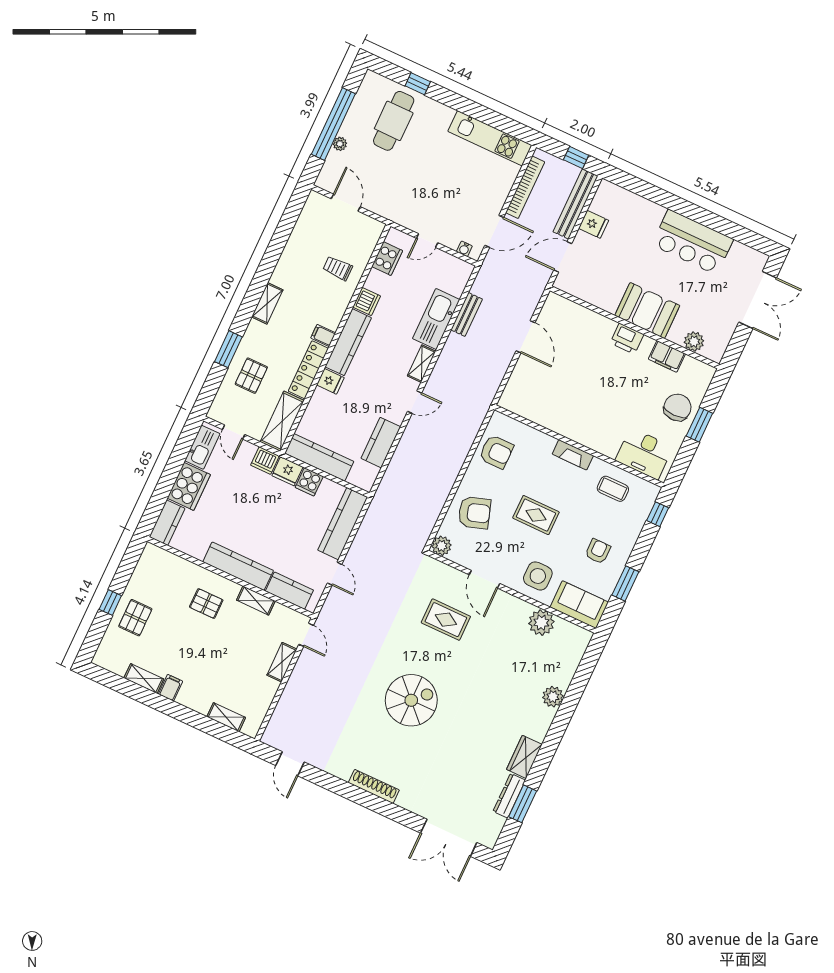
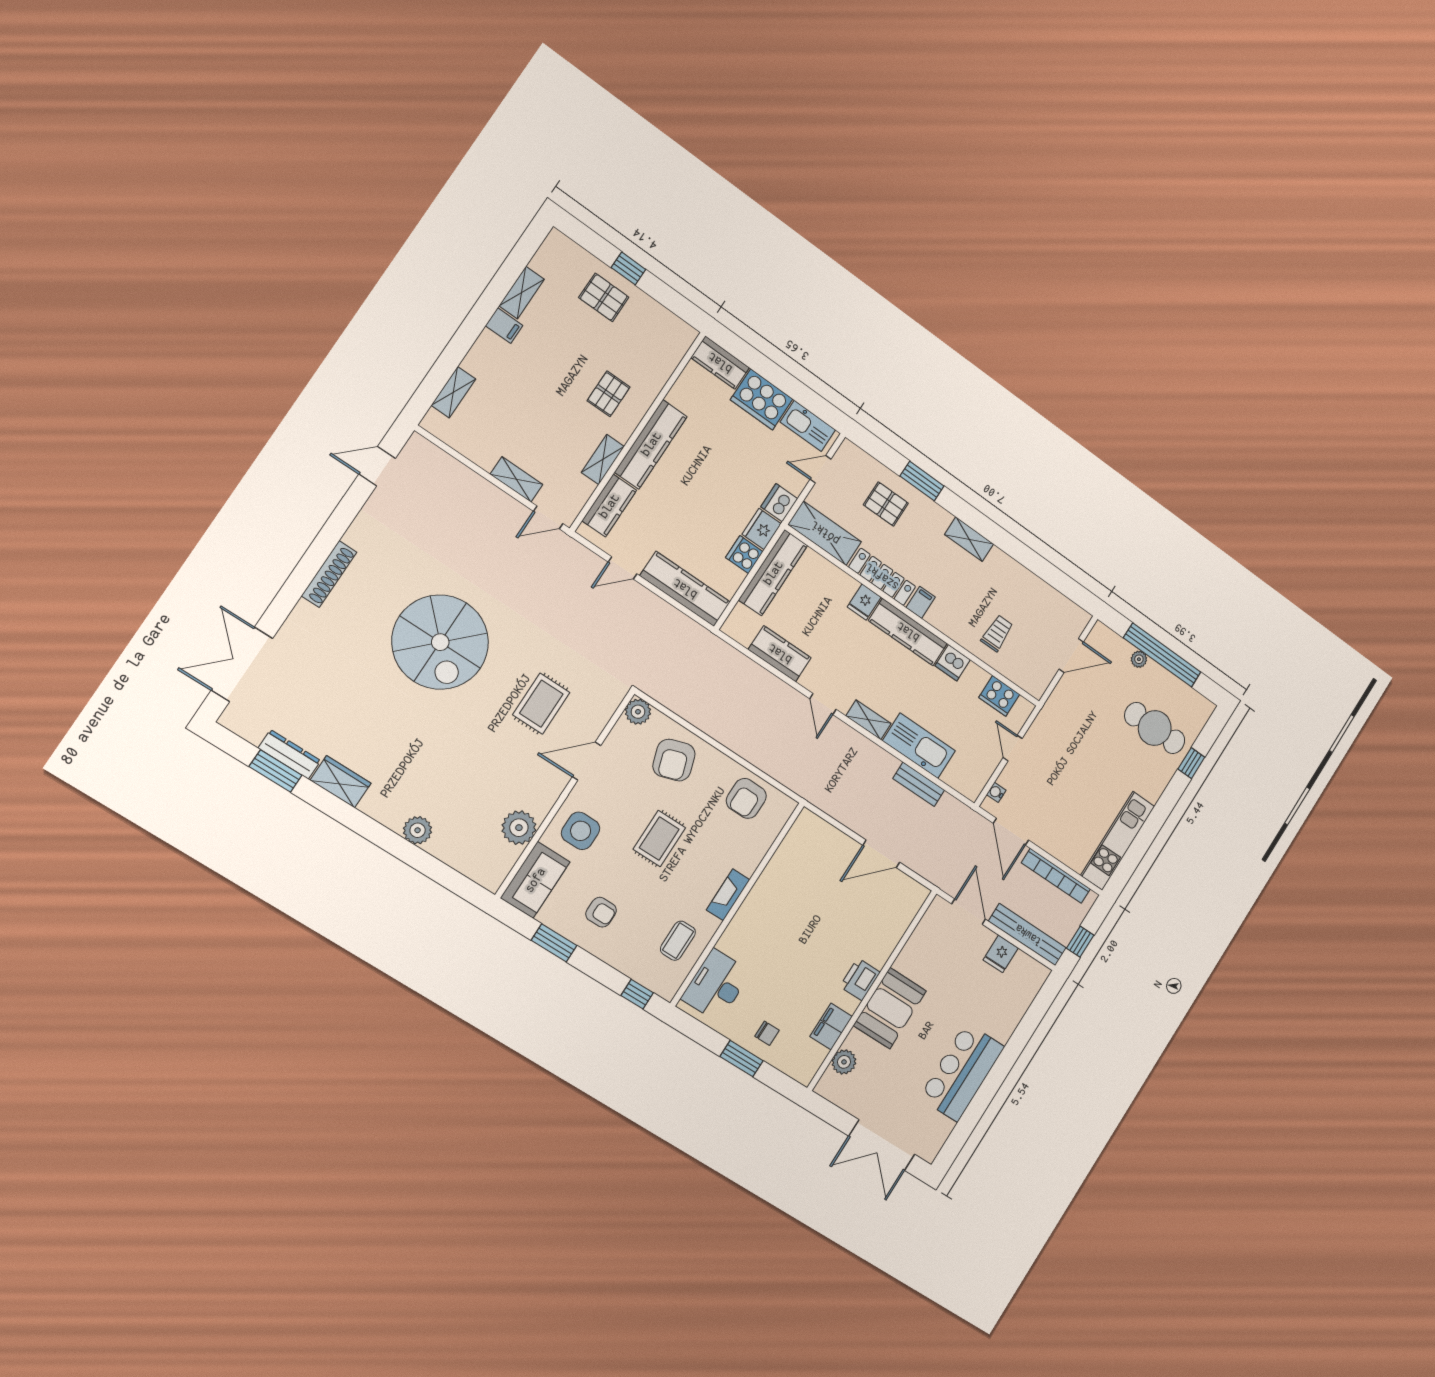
chair: (677, 407) -> (767, 1033), width x0.54, depth x0.54
spiral stairs: (411, 700) -> (440, 642), width x1.37, depth x1.37

